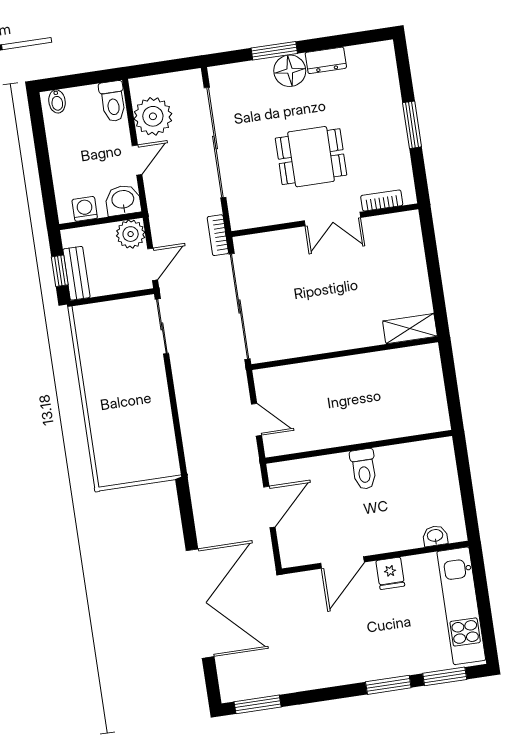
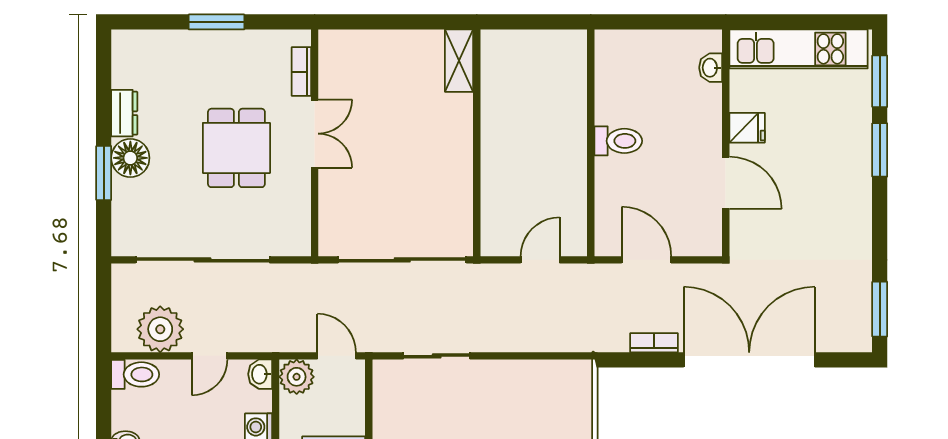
door: (137, 160) -> (210, 356), swing flipped
washbasin: (123, 200) -> (260, 374), width x0.72, depth x0.69
bookcase: (218, 235) -> (654, 343), moved, turned 180
sliding door: (162, 326) -> (437, 356), moved

